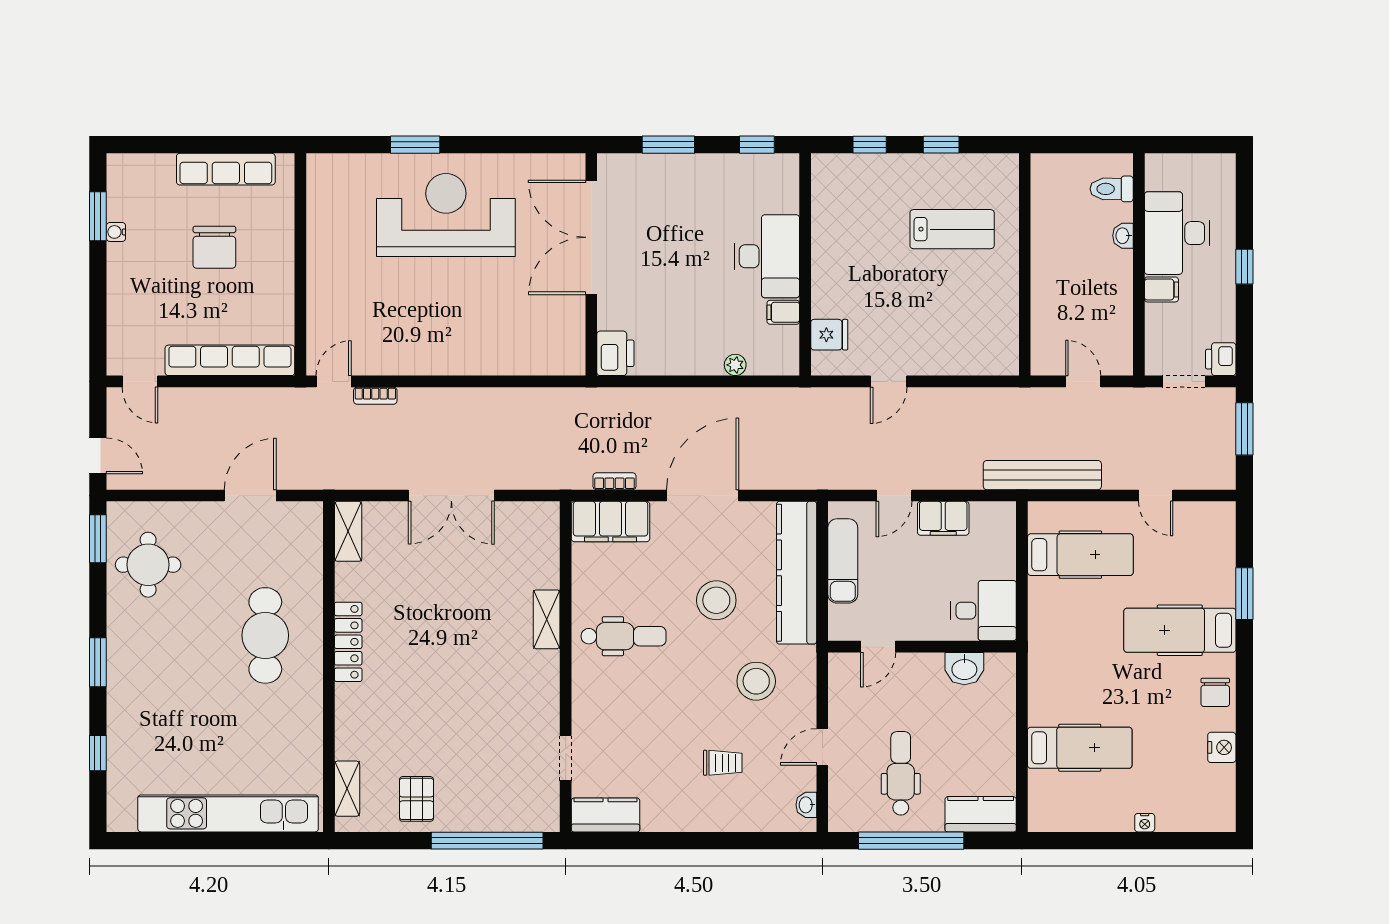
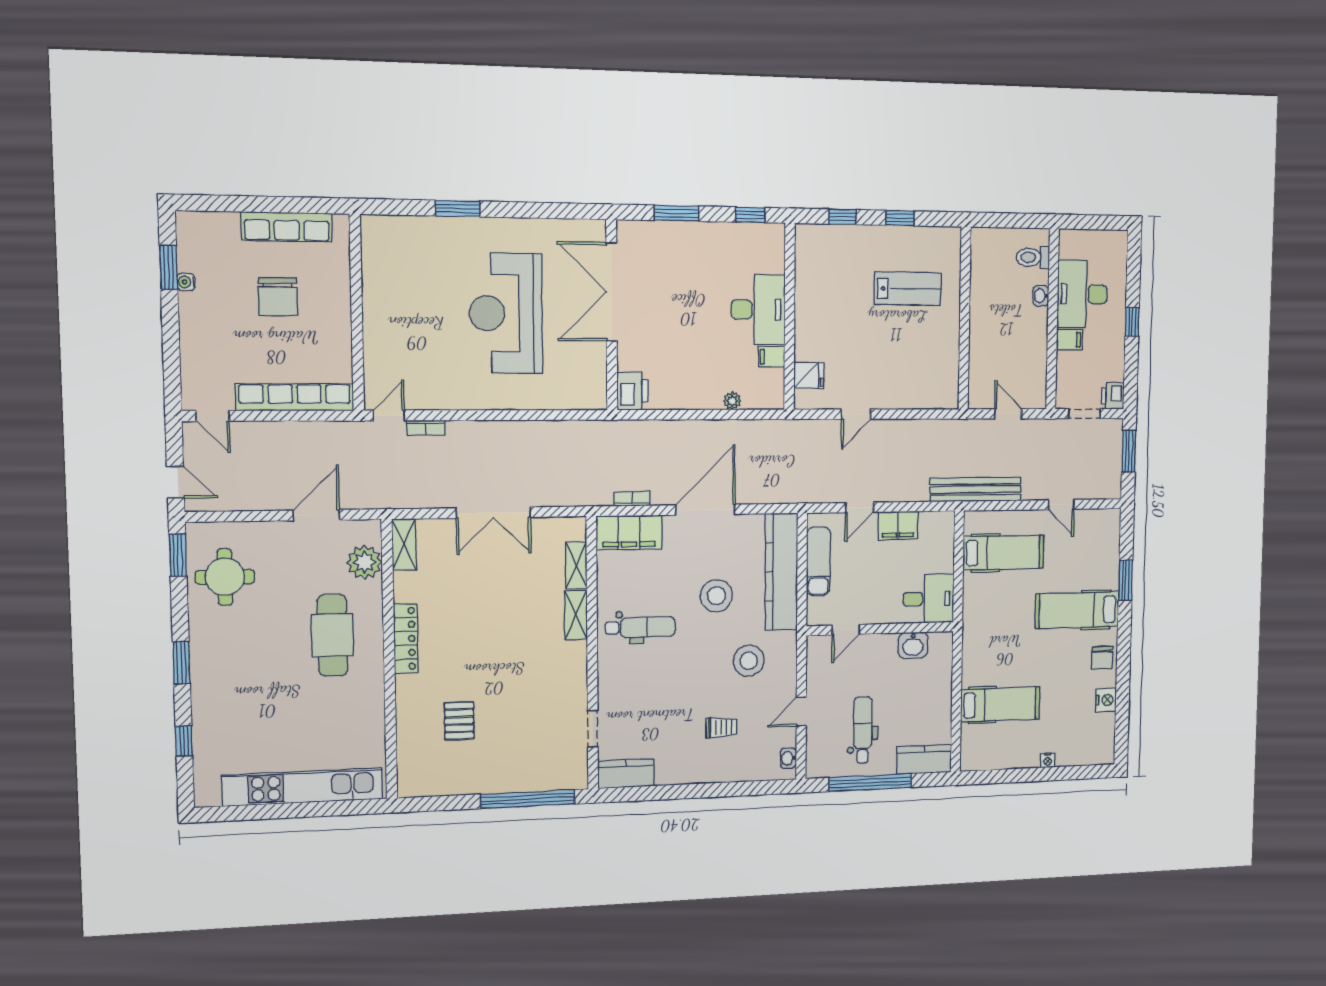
reception desk: (446, 215) -> (506, 313), moved, turned -90
plant: (303, 551) -> (364, 562), added
shelving: (347, 789) -> (576, 565), moved
pallet: (416, 799) -> (459, 721), moved

